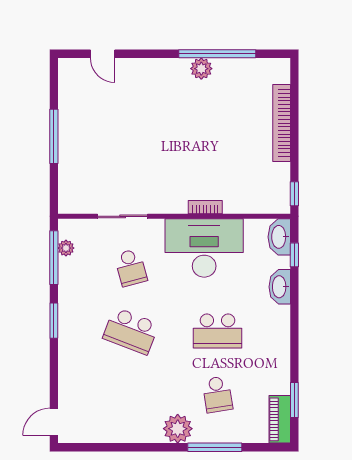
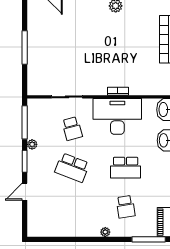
plant: (66, 248) -> (32, 144), moved
door: (54, 422) -> (25, 192), moved
plant: (178, 429) -> (105, 232), width x0.53, depth x0.53
window: (215, 447) -> (149, 239), moved

